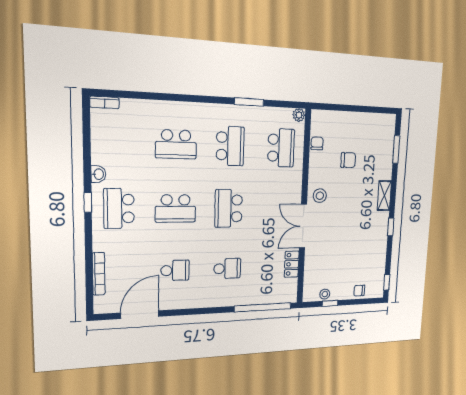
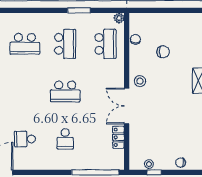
school desk: (176, 208) -> (25, 91), removed
school desk: (229, 208) -> (65, 91), turned -90
school desk: (227, 268) -> (65, 139), turned 90
school desk: (175, 270) -> (25, 139), turned 180

